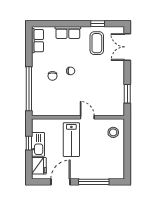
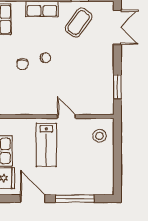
coffee table: (97, 43) -> (79, 22), turned 36
double door: (127, 47) -> (117, 27), swing flipped
door: (61, 182) -> (33, 199), hinge flipped

